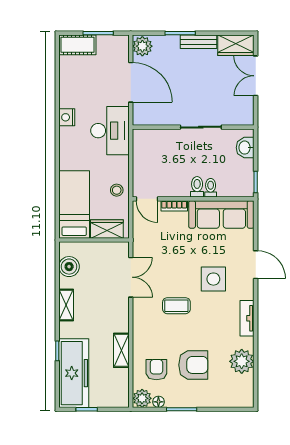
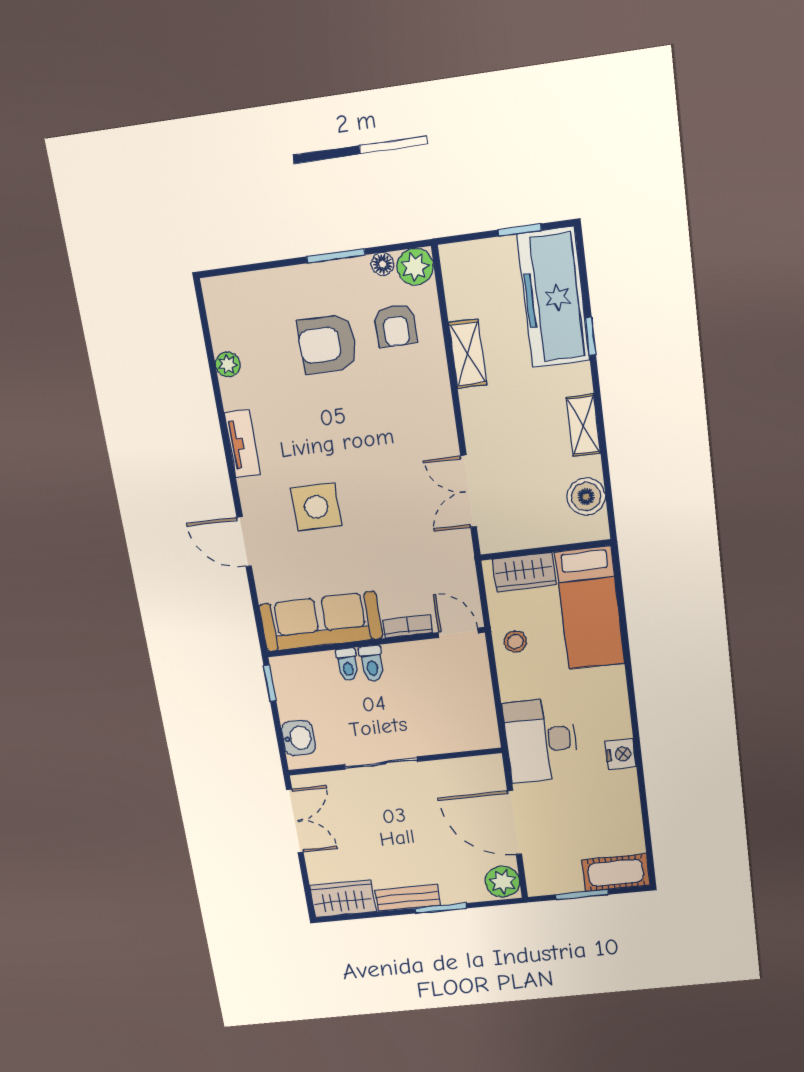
double door: (256, 76) -> (295, 821), moved
coffee table: (176, 306) -> (376, 450), removed
plant: (242, 361) -> (228, 364), width x0.53, depth x0.53

